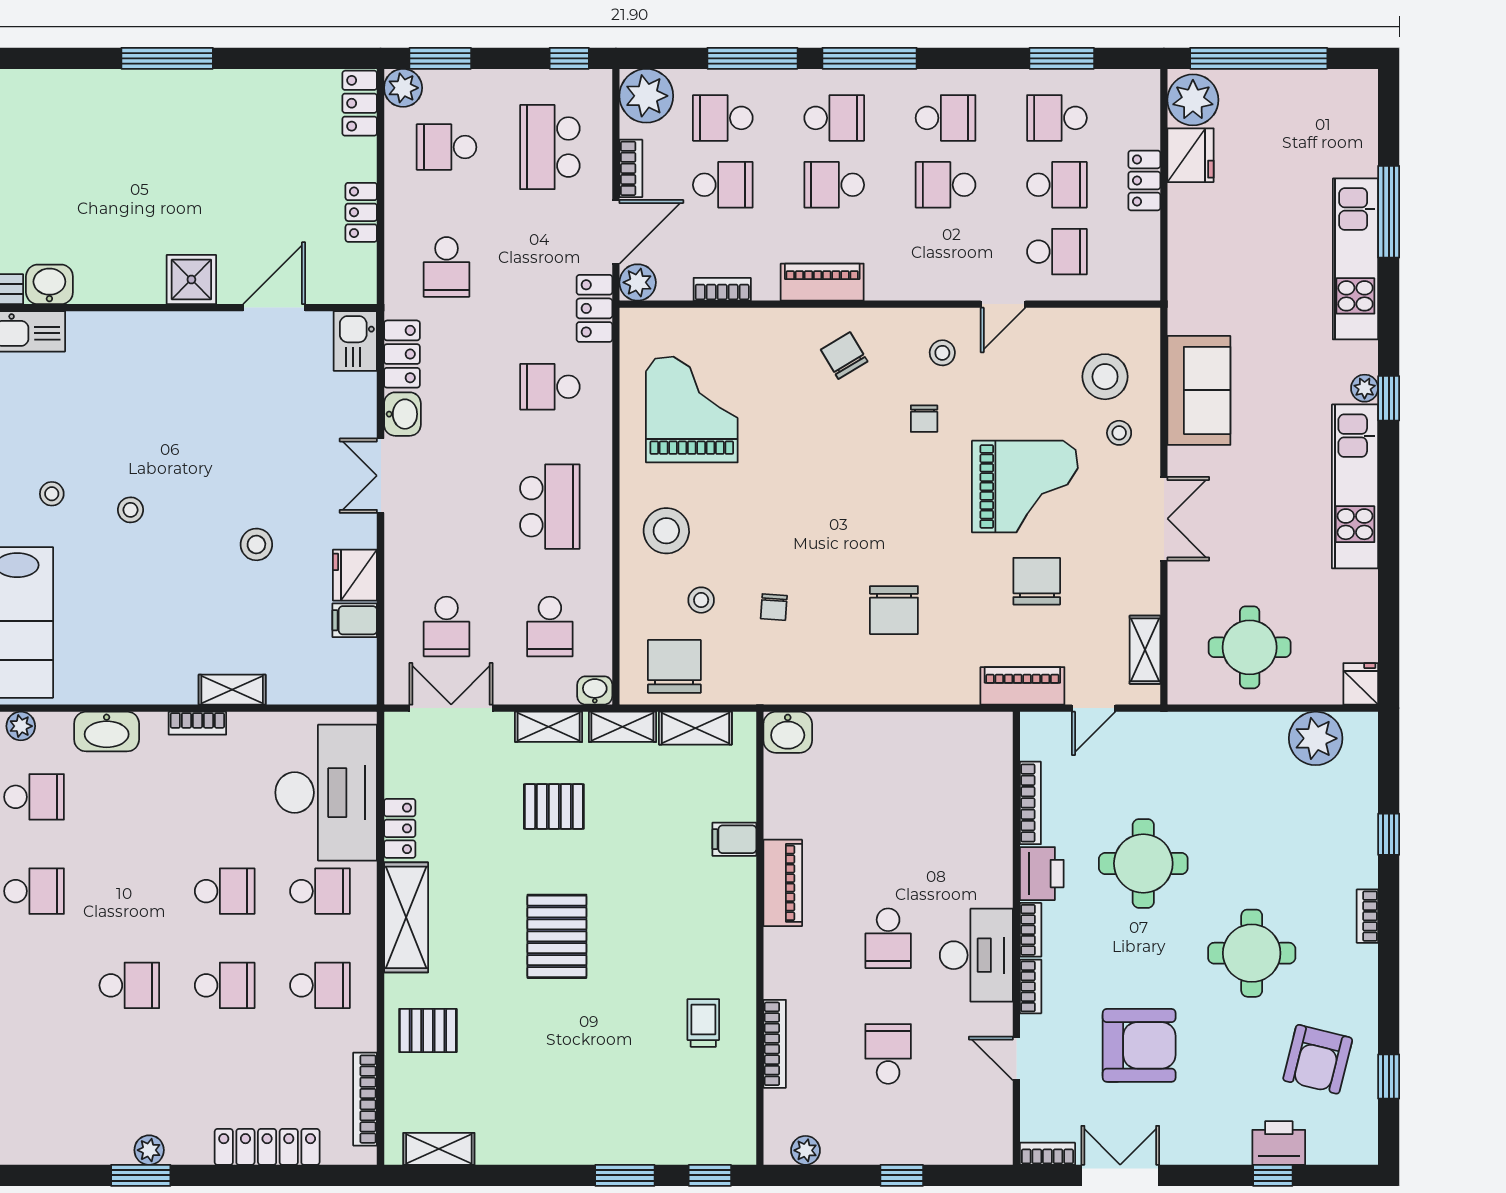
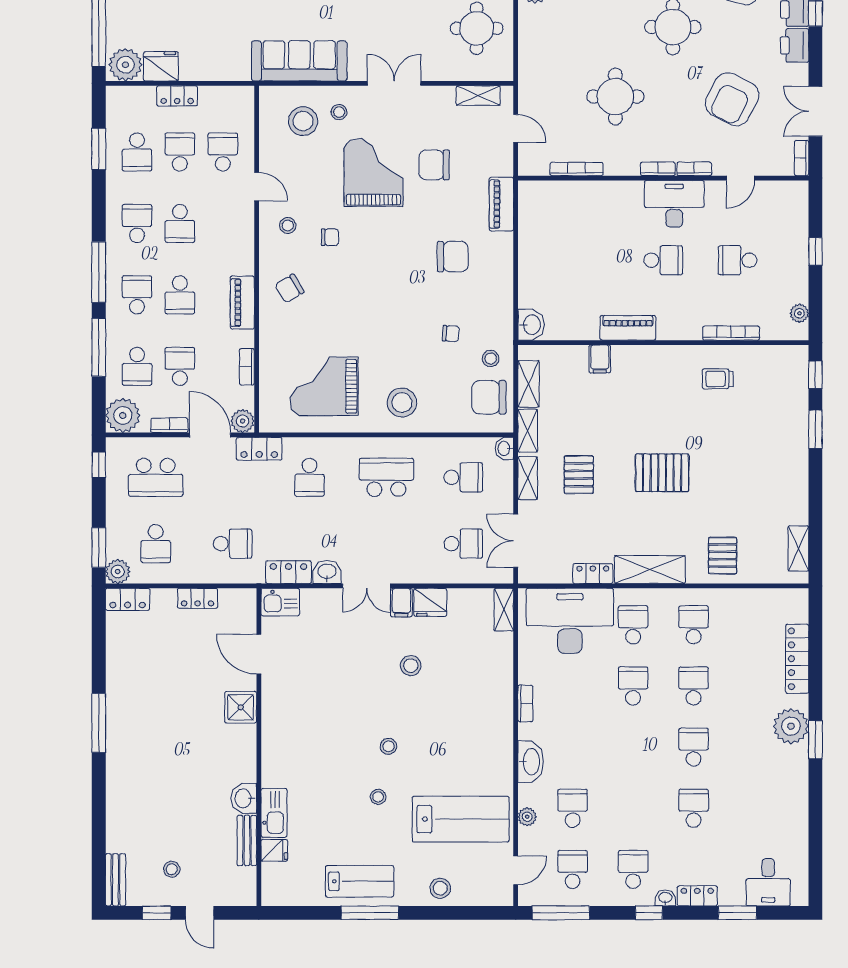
sofa: (1199, 390) -> (299, 61), width x1.36
stool: (701, 600) -> (491, 359), moved
filing cabinet: (355, 620) -> (401, 603), moved
piano: (1022, 686) -> (501, 204), moved
shelving: (232, 690) -> (504, 610), moved
printer: (1042, 874) -> (795, 45), moved, turned -90
school desk: (34, 891) -> (694, 808), moved
armchair: (1139, 1045) -> (732, 99), turned -153
bookcase: (365, 1099) -> (766, 596), removed
plant: (149, 1150) -> (791, 726), width x1.87, depth x1.87

